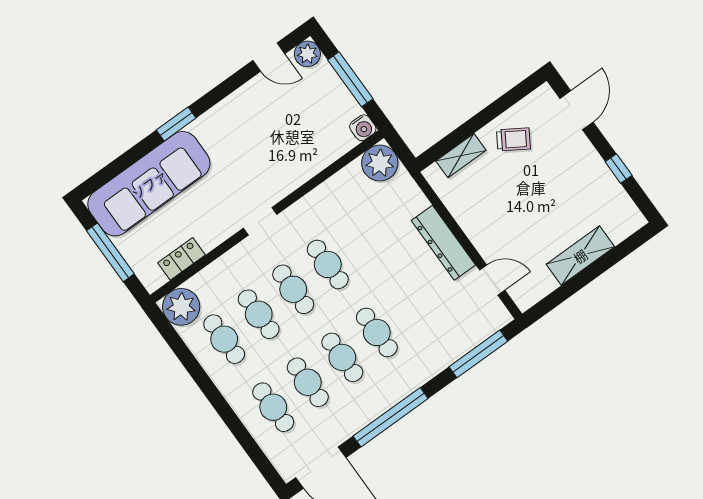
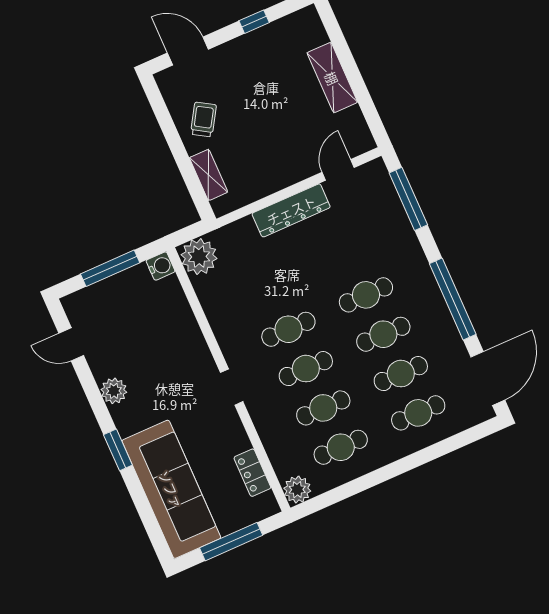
plant: (307, 54) -> (114, 391), moved
door: (269, 57) -> (71, 344), swing flipped
plant: (181, 307) -> (297, 490), width x0.73, depth x0.73

